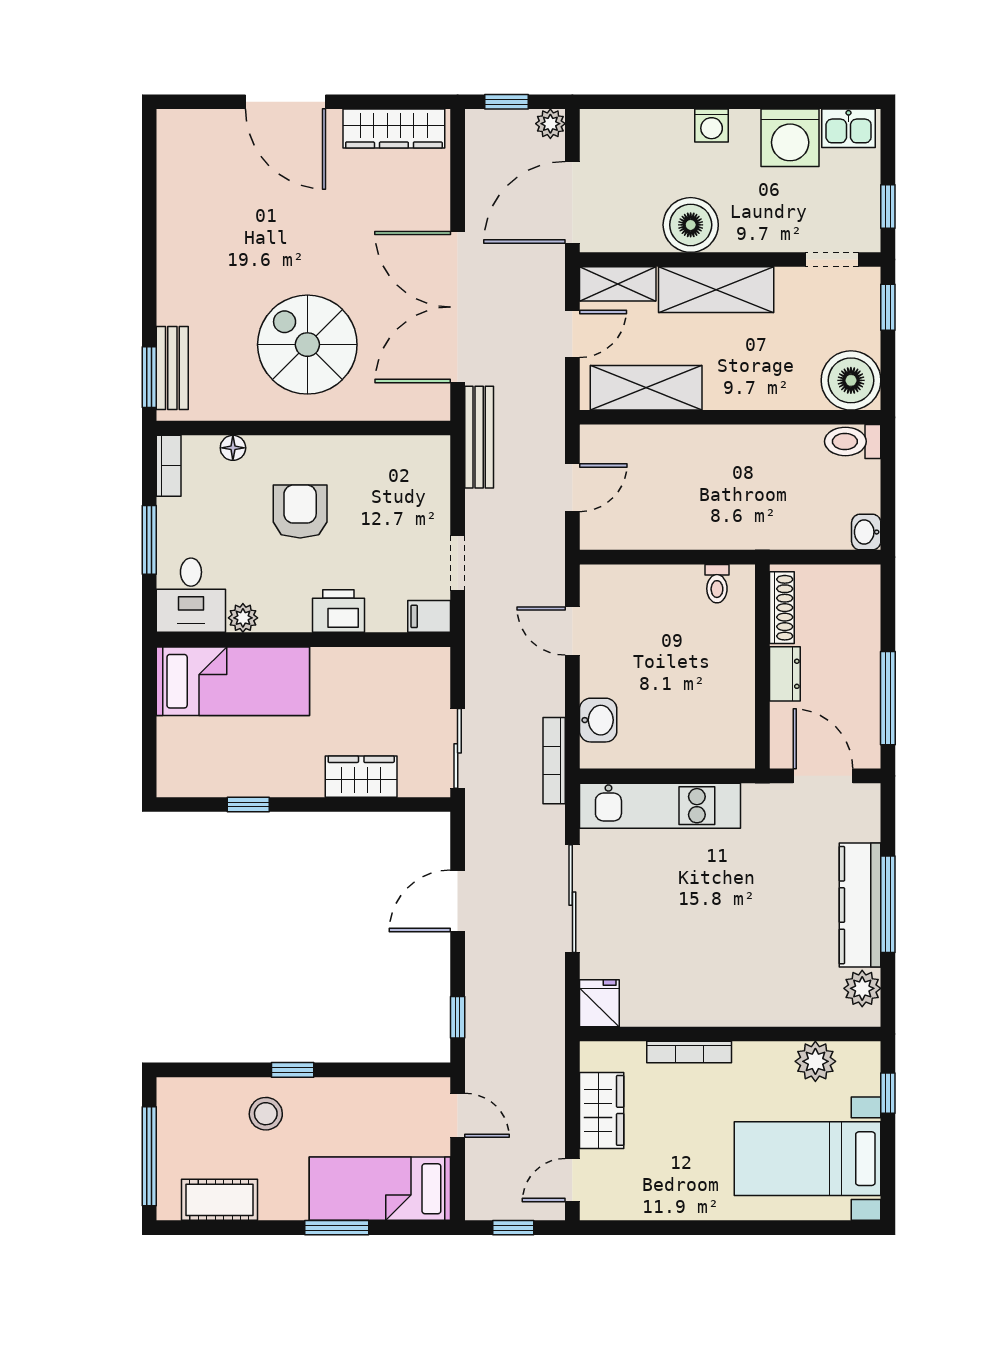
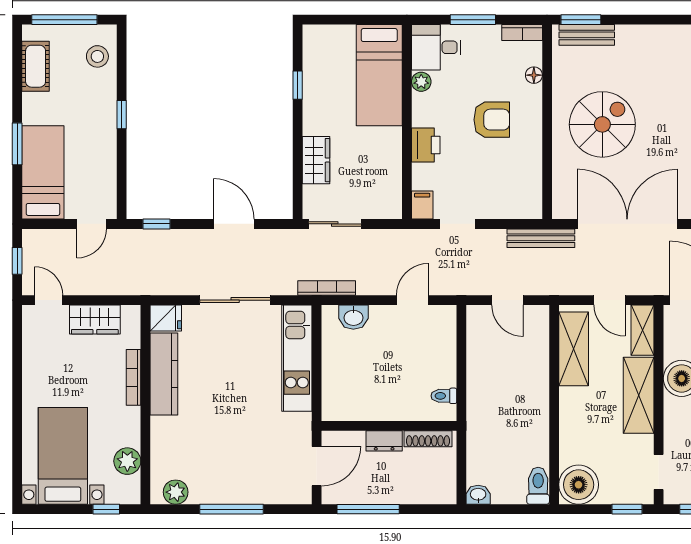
kitchen counter: (860, 905) -> (164, 374), moved, turned 90
stool: (266, 1114) -> (97, 56), moved

